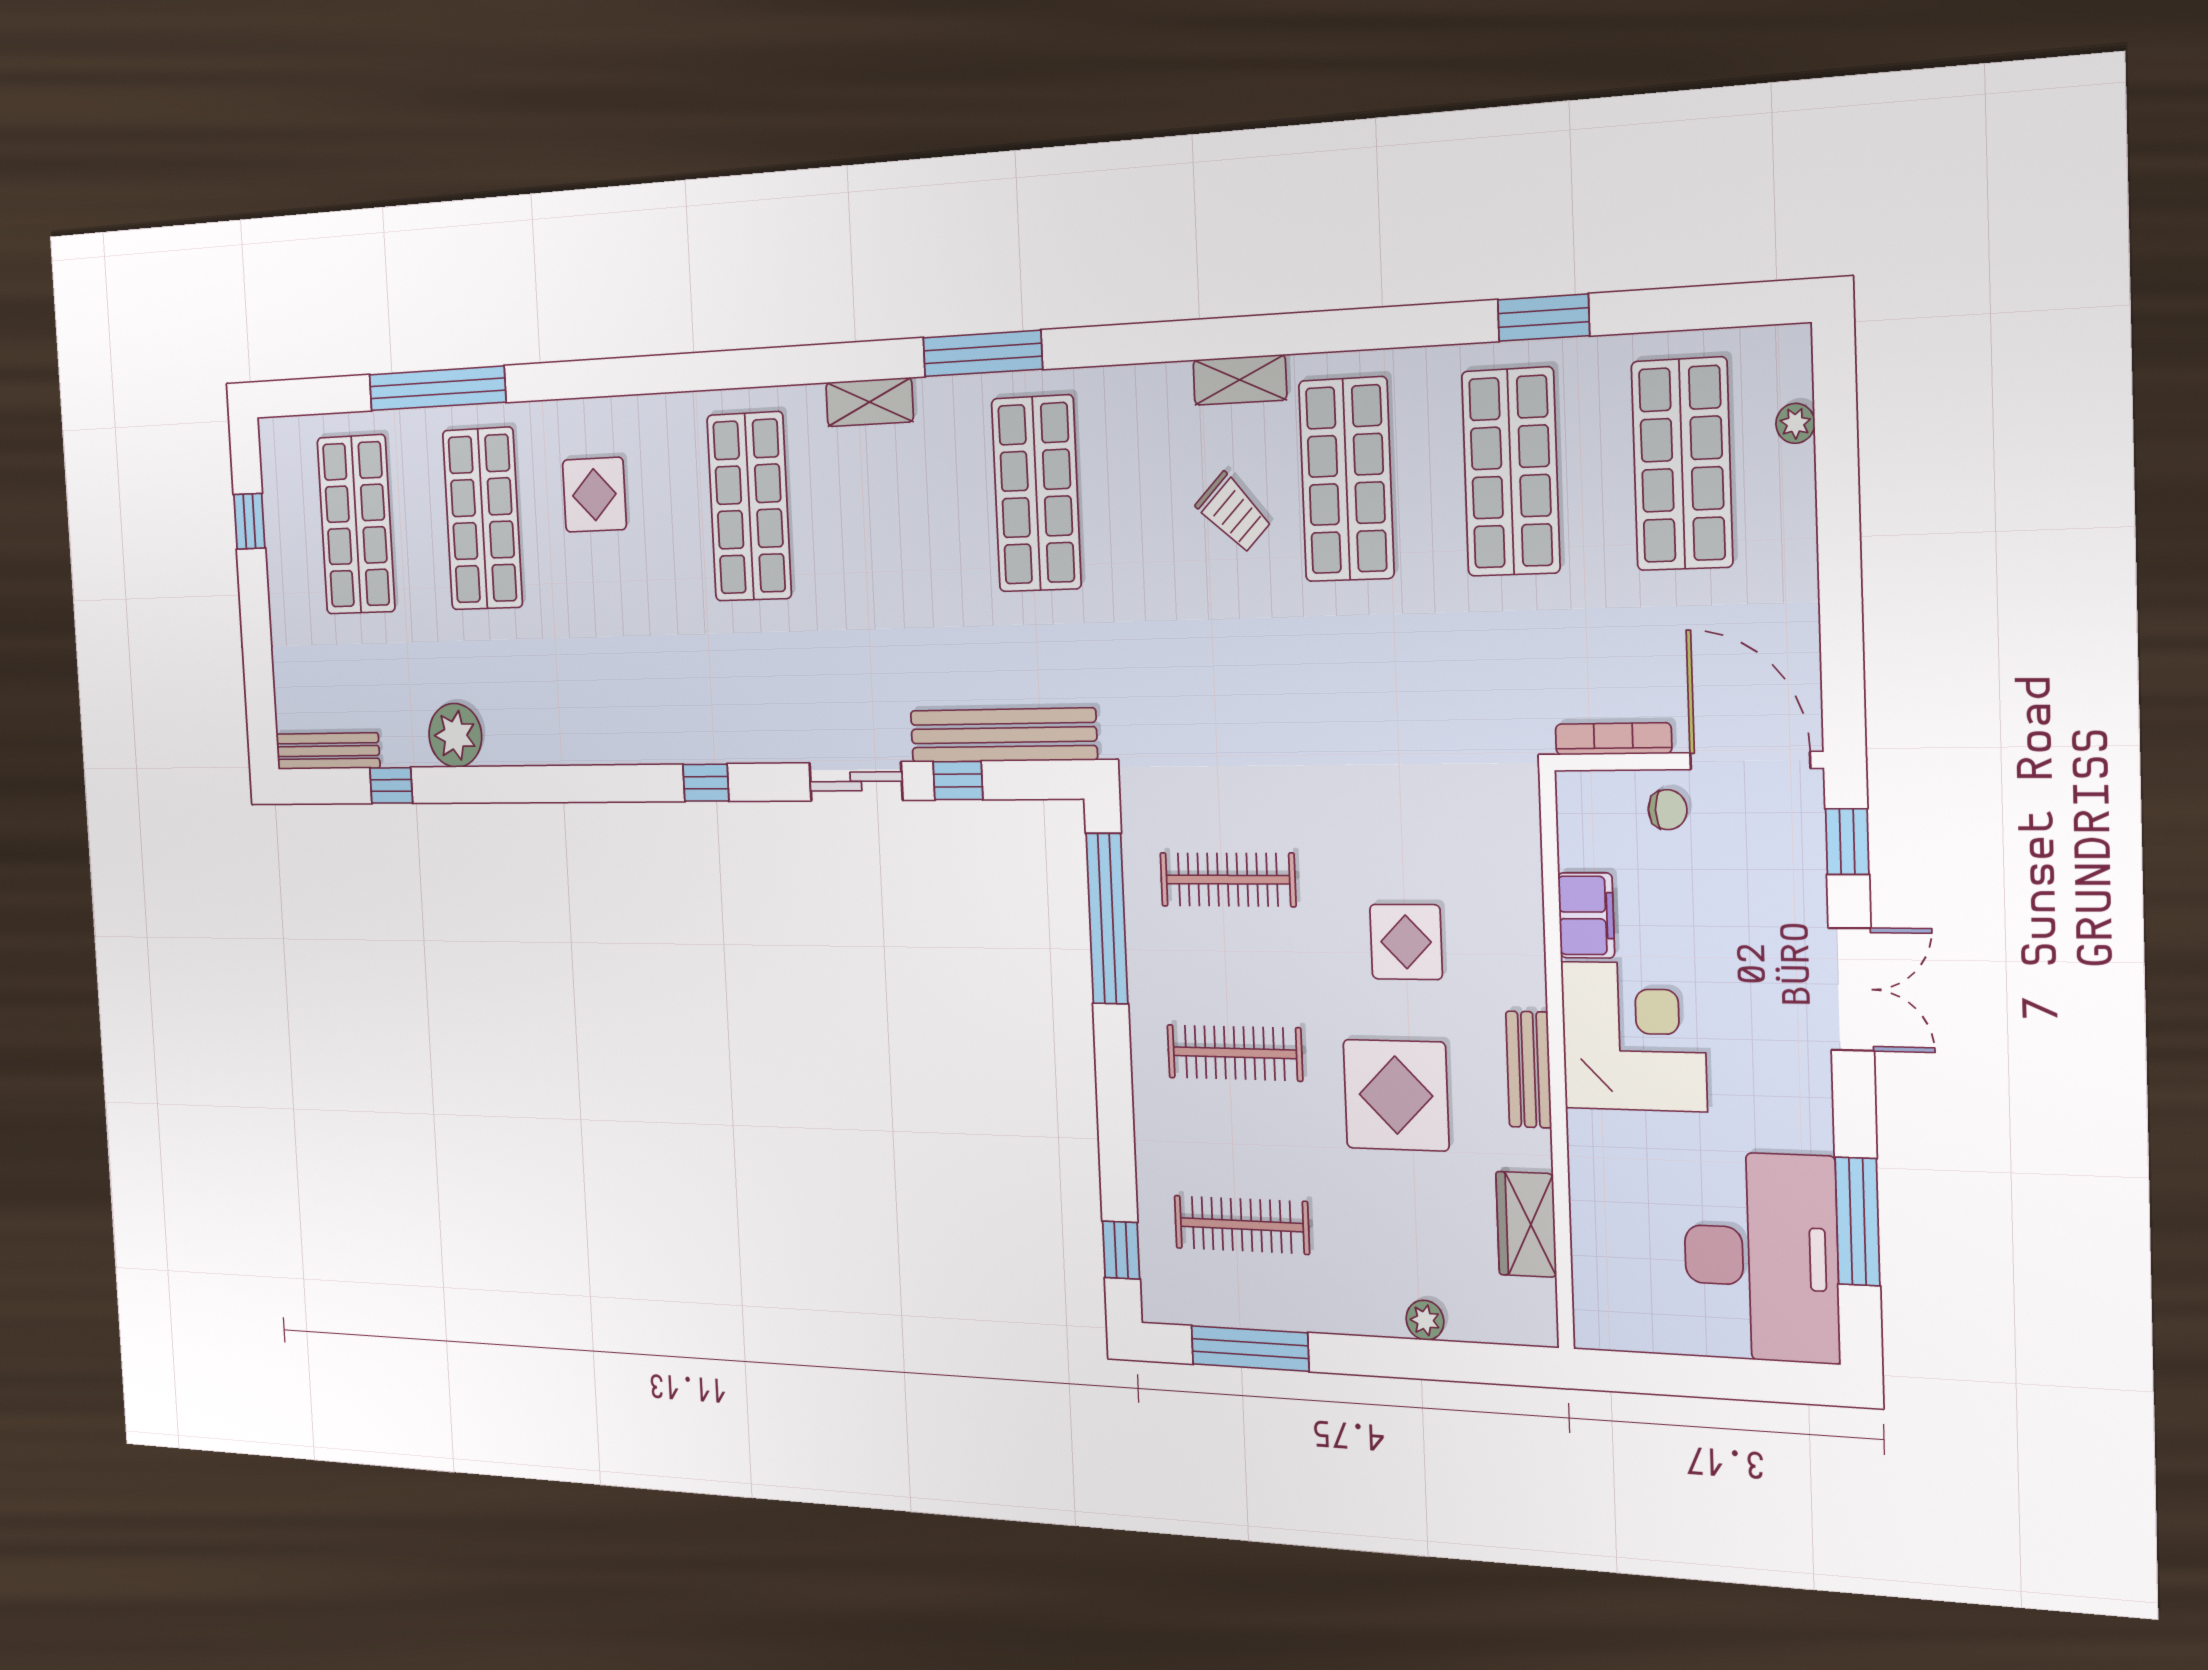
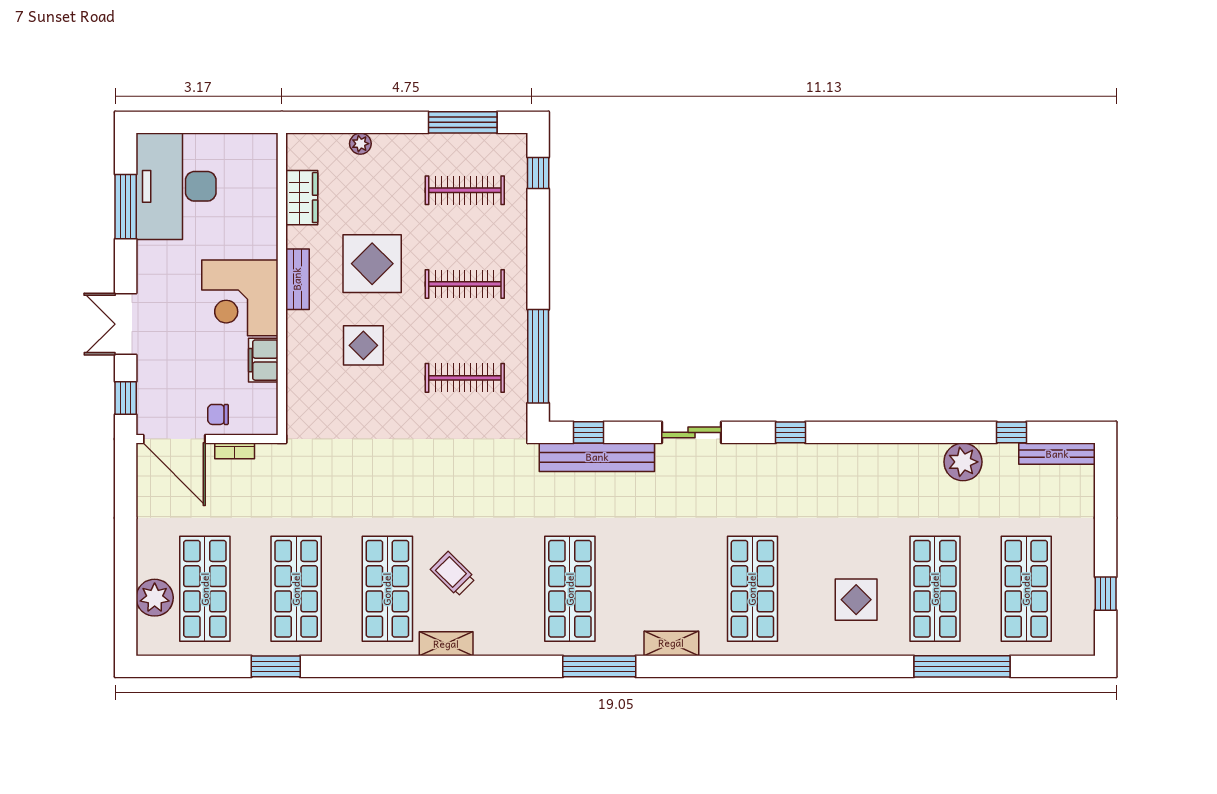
plant: (1795, 423) -> (155, 598), width x1.88, depth x1.88
bookcase: (1613, 739) -> (235, 451), width x0.64
window: (958, 781) -> (589, 432), moved

